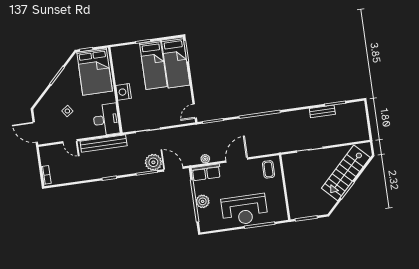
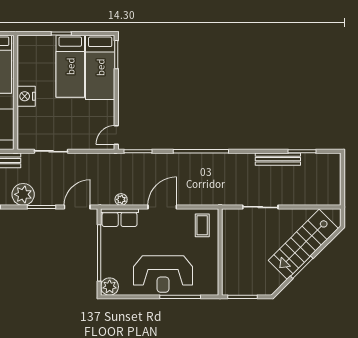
bench: (322, 111) -> (278, 159), width x1.36
plant: (153, 162) -> (23, 194), moved
door: (173, 169) -> (77, 207), hinge flipped
plant: (203, 201) -> (110, 287), moved

